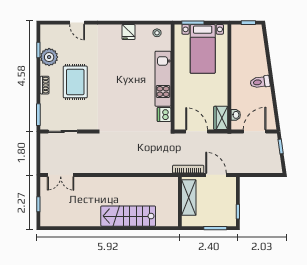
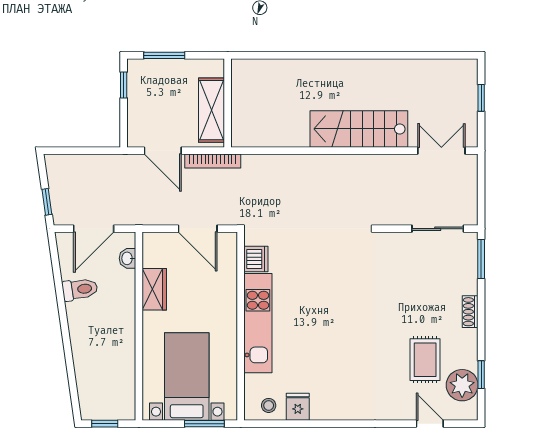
door: (77, 23) -> (430, 424), moved
fridge: (129, 32) -> (298, 407), moved
plant: (49, 57) -> (462, 385), moved
rug: (75, 82) -> (425, 360), moved, width x0.73, depth x0.70
toilet: (260, 82) -> (80, 289), moved
wardrobe: (221, 118) -> (154, 289), moved
stairs: (128, 216) -> (359, 129), moved, turned 180

